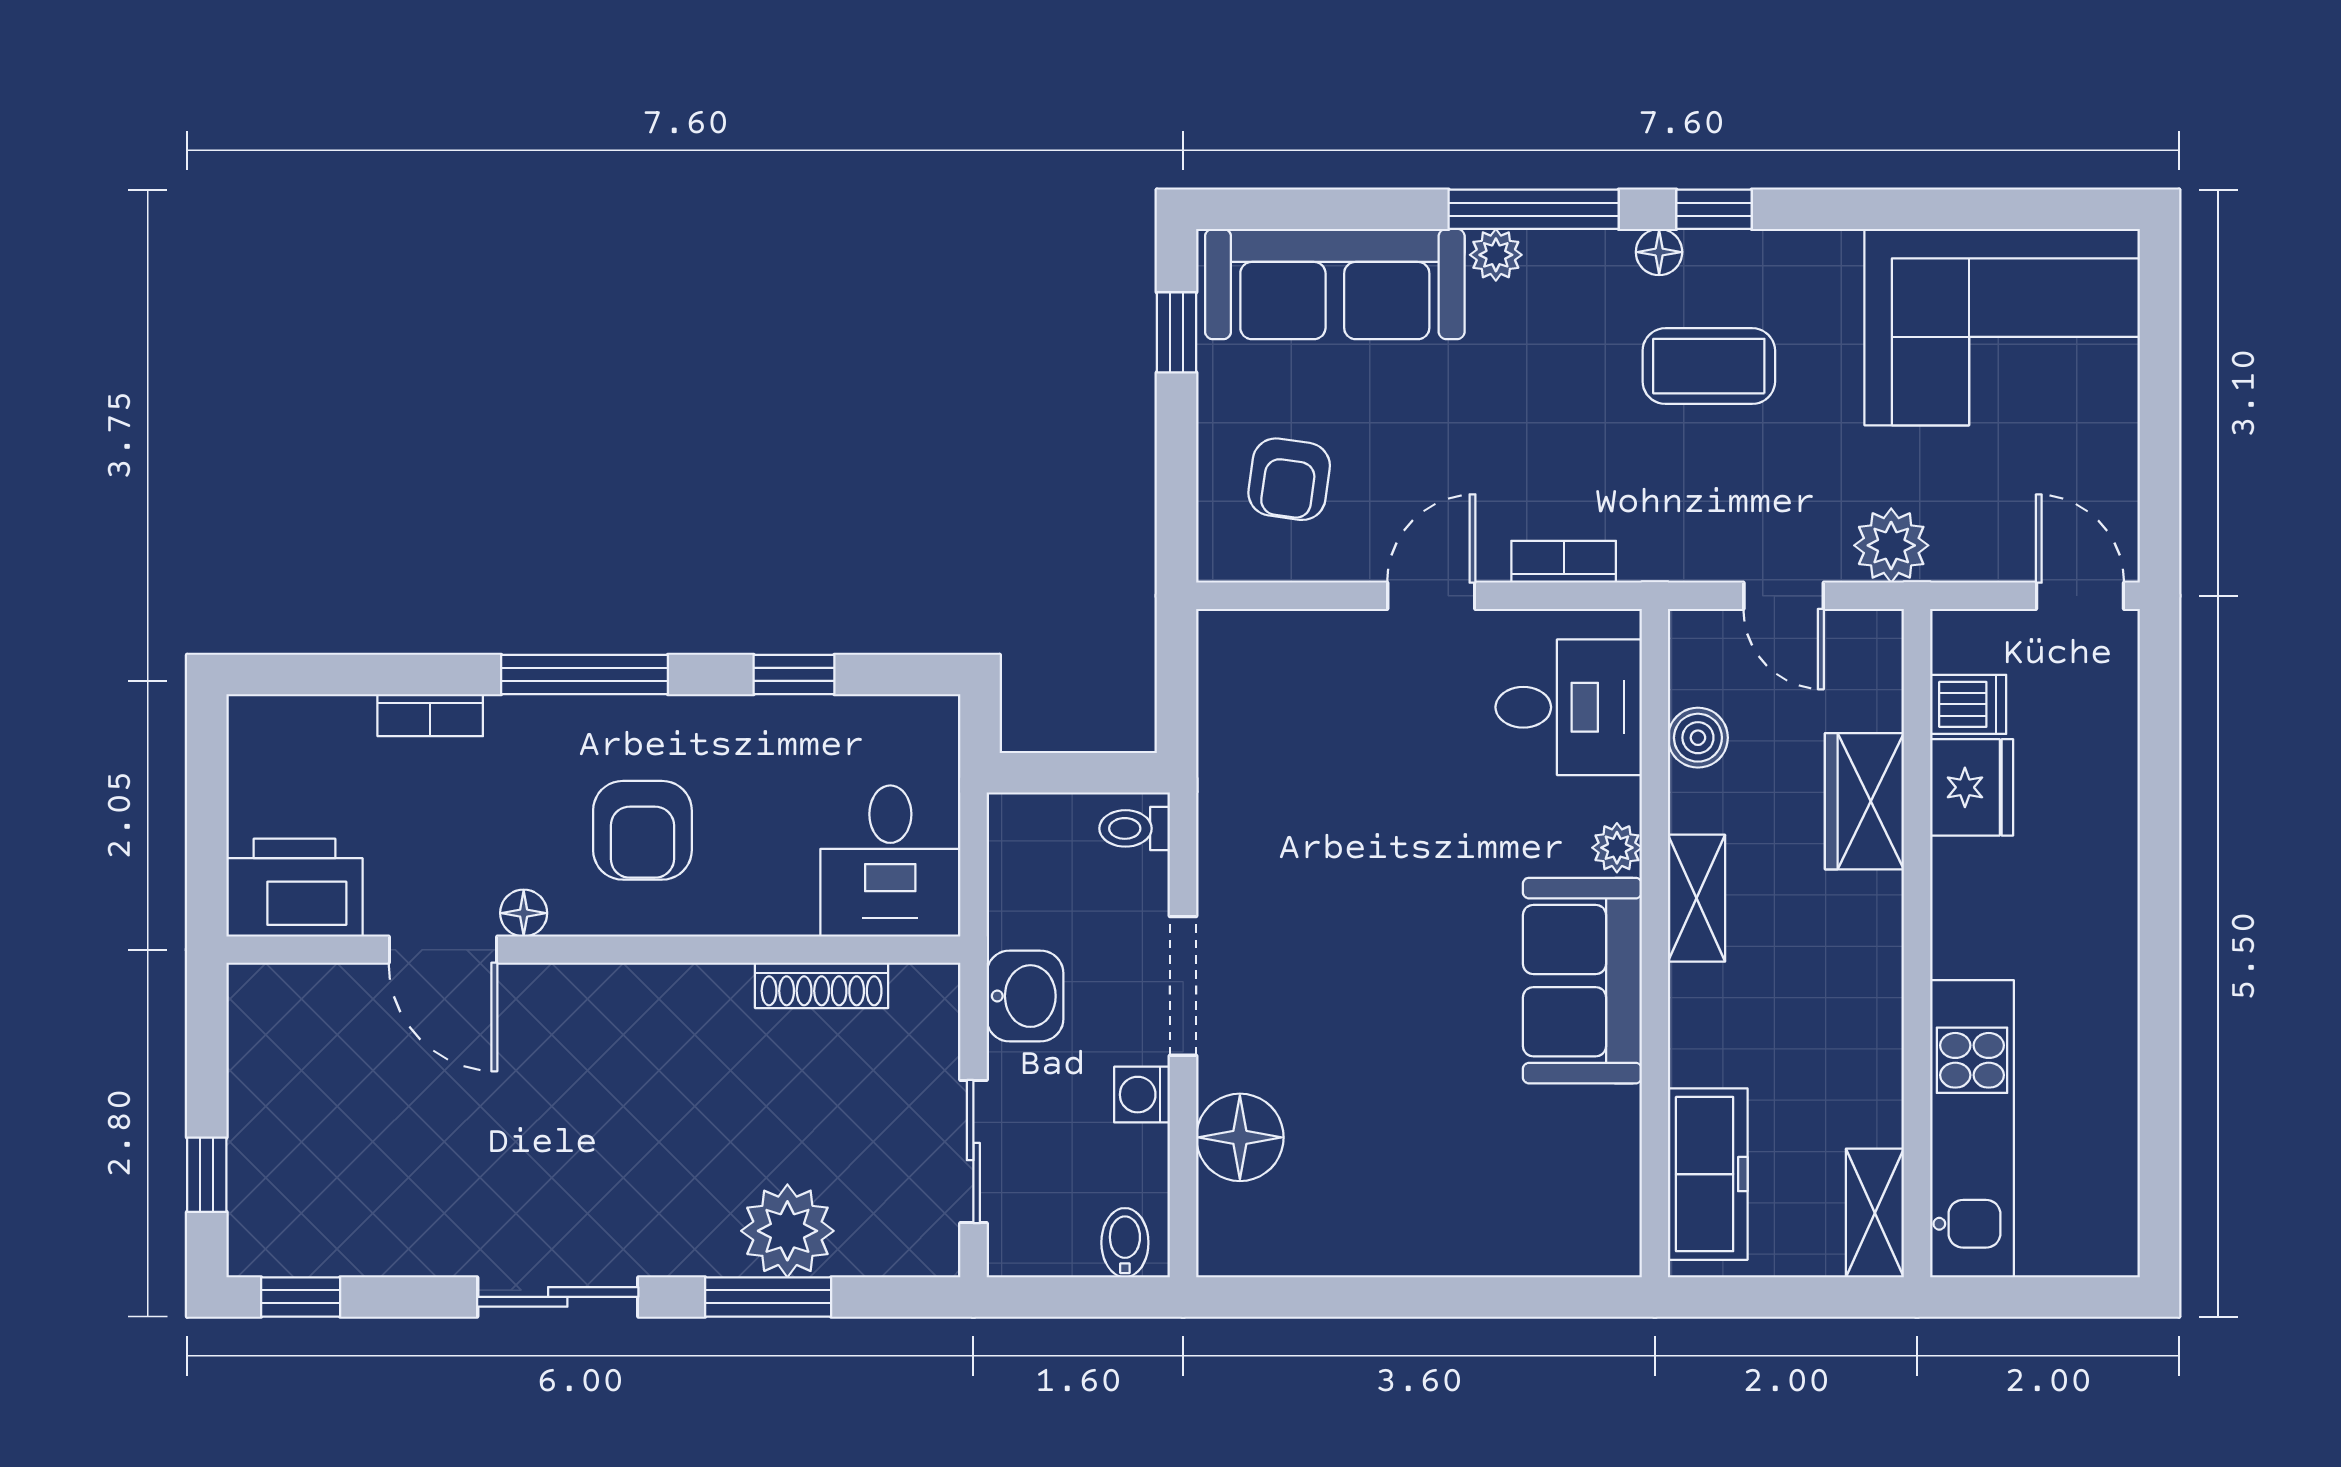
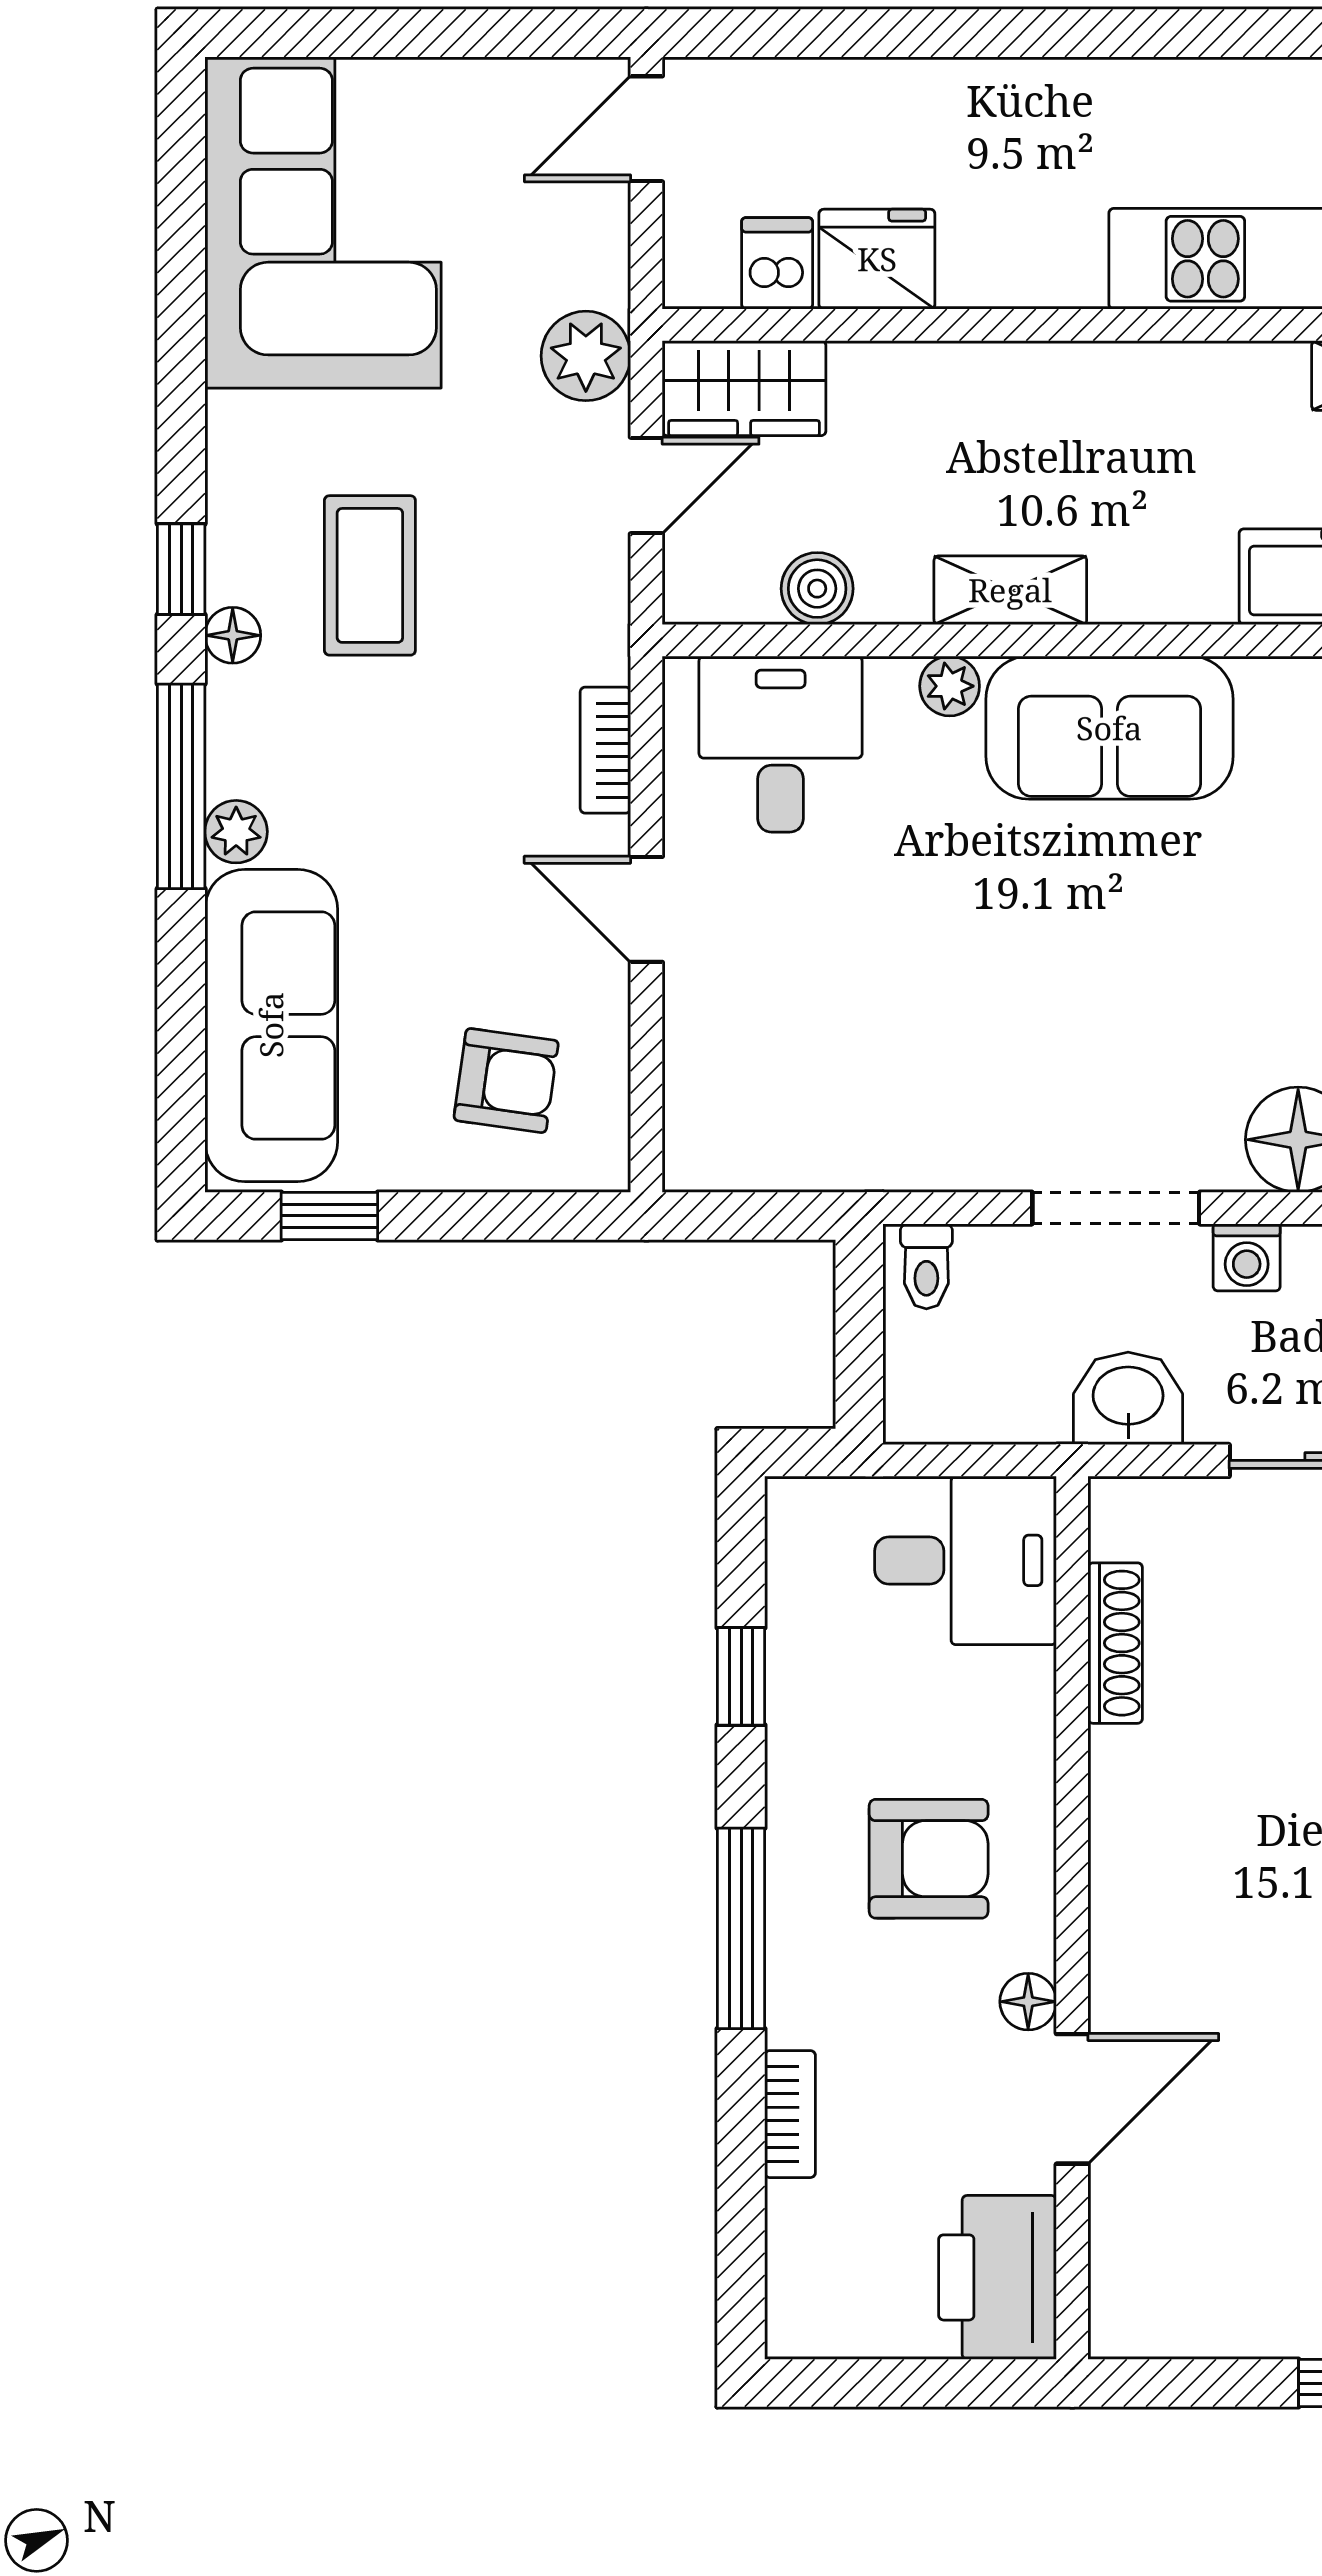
wardrobe: (1864, 801) -> (744, 388), moved

